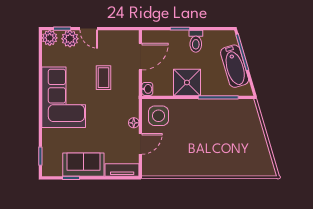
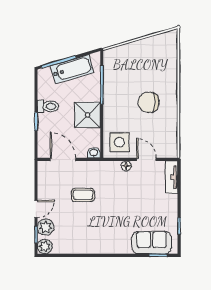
corner sofa: (64, 97) -> (102, 233), removed
chair: (200, 146) -> (149, 102), added
sofa: (83, 165) -> (152, 243), moved, turned 90

